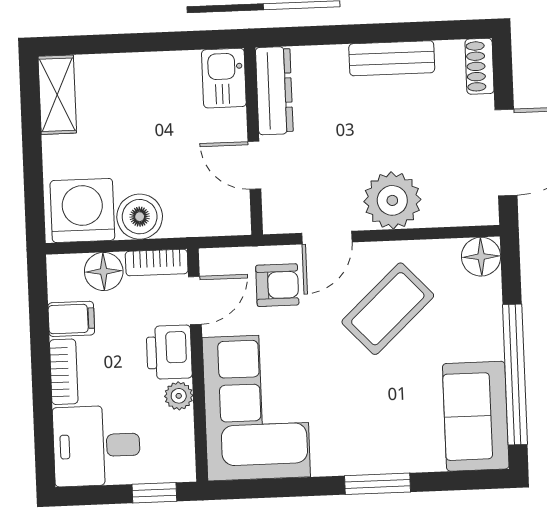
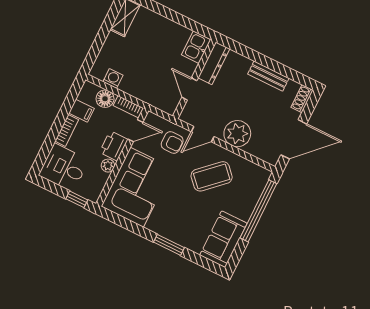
washing machine: (82, 210) -> (113, 78), width x0.53, depth x0.53
boiler: (140, 217) -> (132, 85), removed
floor lamp: (481, 257) -> (261, 176), removed
window: (515, 375) -> (258, 211), moved

